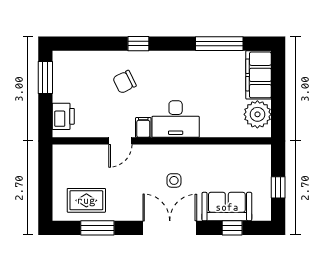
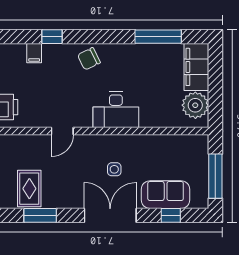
window: (138, 44) -> (52, 37), moved
chair: (124, 82) -> (89, 59), moved
filing cabinet: (143, 127) -> (34, 53), moved, turned 180
window: (278, 187) -> (215, 176), width x2.17
rug: (86, 200) -> (29, 189), turned 90

